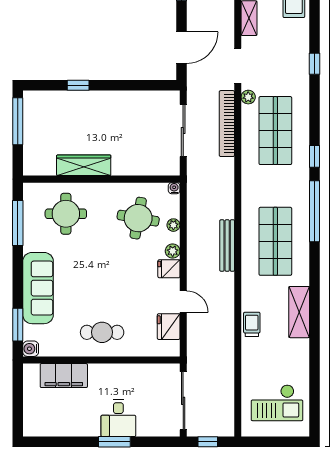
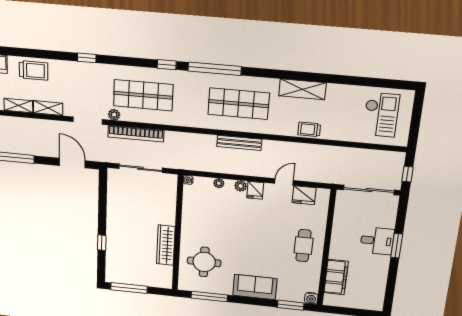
round table: (138, 218) -> (211, 209), removed
sofa: (38, 288) -> (255, 287), width x0.73

